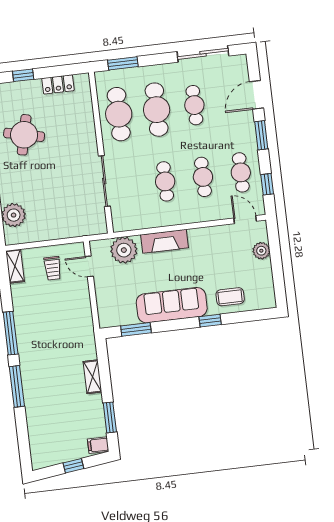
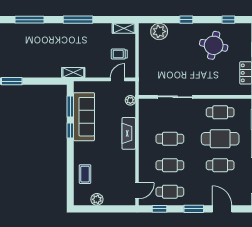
cafe table: (119, 114) -> (220, 112), width x0.73, depth x0.74
plant: (124, 250) -> (130, 100), width x0.53, depth x0.53
plant: (261, 251) -> (97, 199), moved
sofa: (172, 305) -> (84, 117), moved
window: (210, 321) -> (70, 130), moved
shelving: (92, 377) -> (73, 73), moved
window: (17, 386) -> (29, 20), moved

